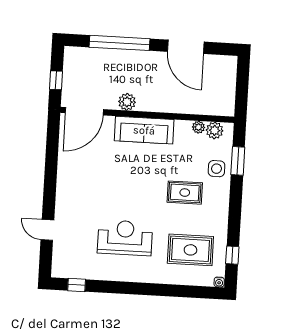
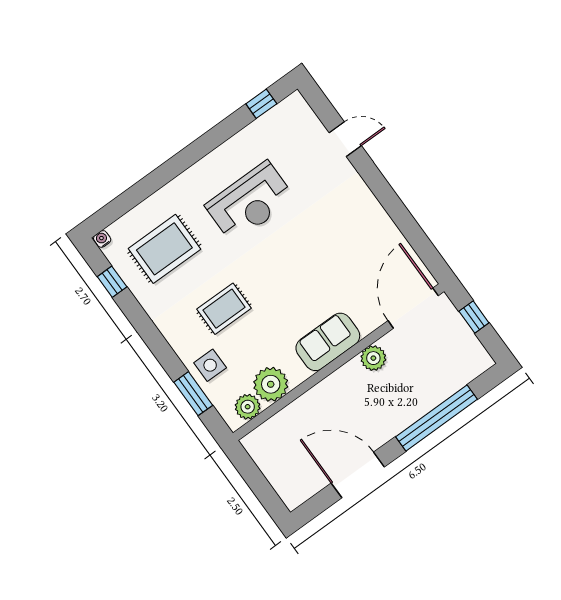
plant: (198, 127) -> (271, 384), width x1.88, depth x1.88
sofa: (144, 130) -> (328, 342), width x0.73

